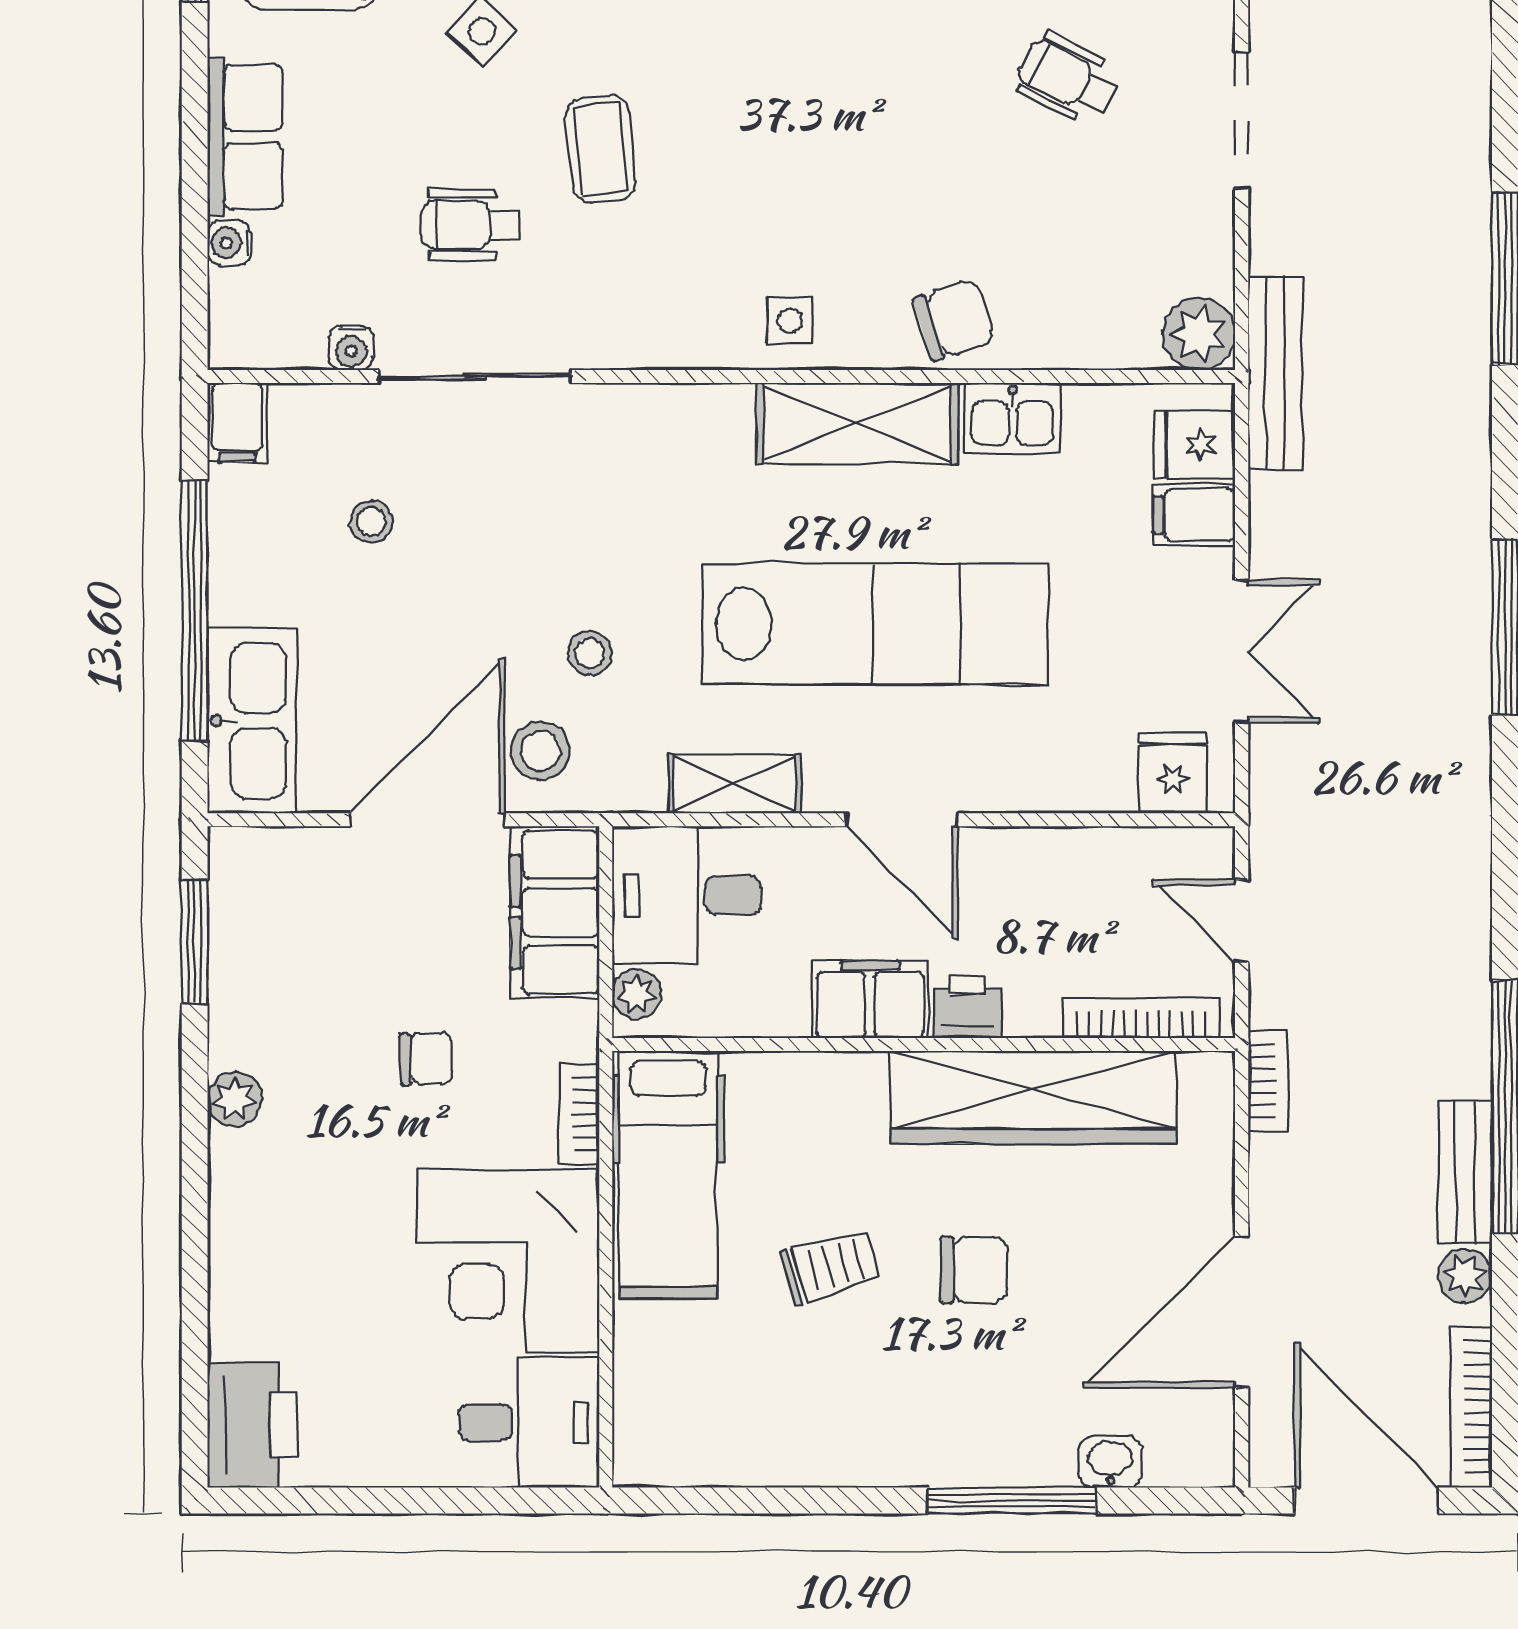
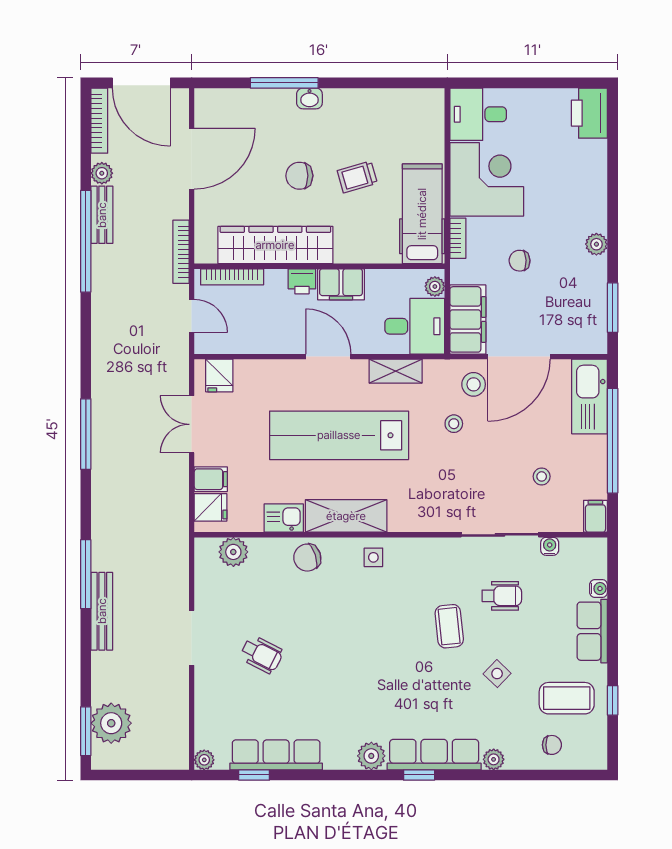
plant: (1199, 334) -> (233, 552), moved
bench: (1275, 373) -> (102, 611), moved
bookcase: (1268, 1081) -> (181, 252), width x1.56
washbasin: (1110, 1462) -> (309, 98), moved

